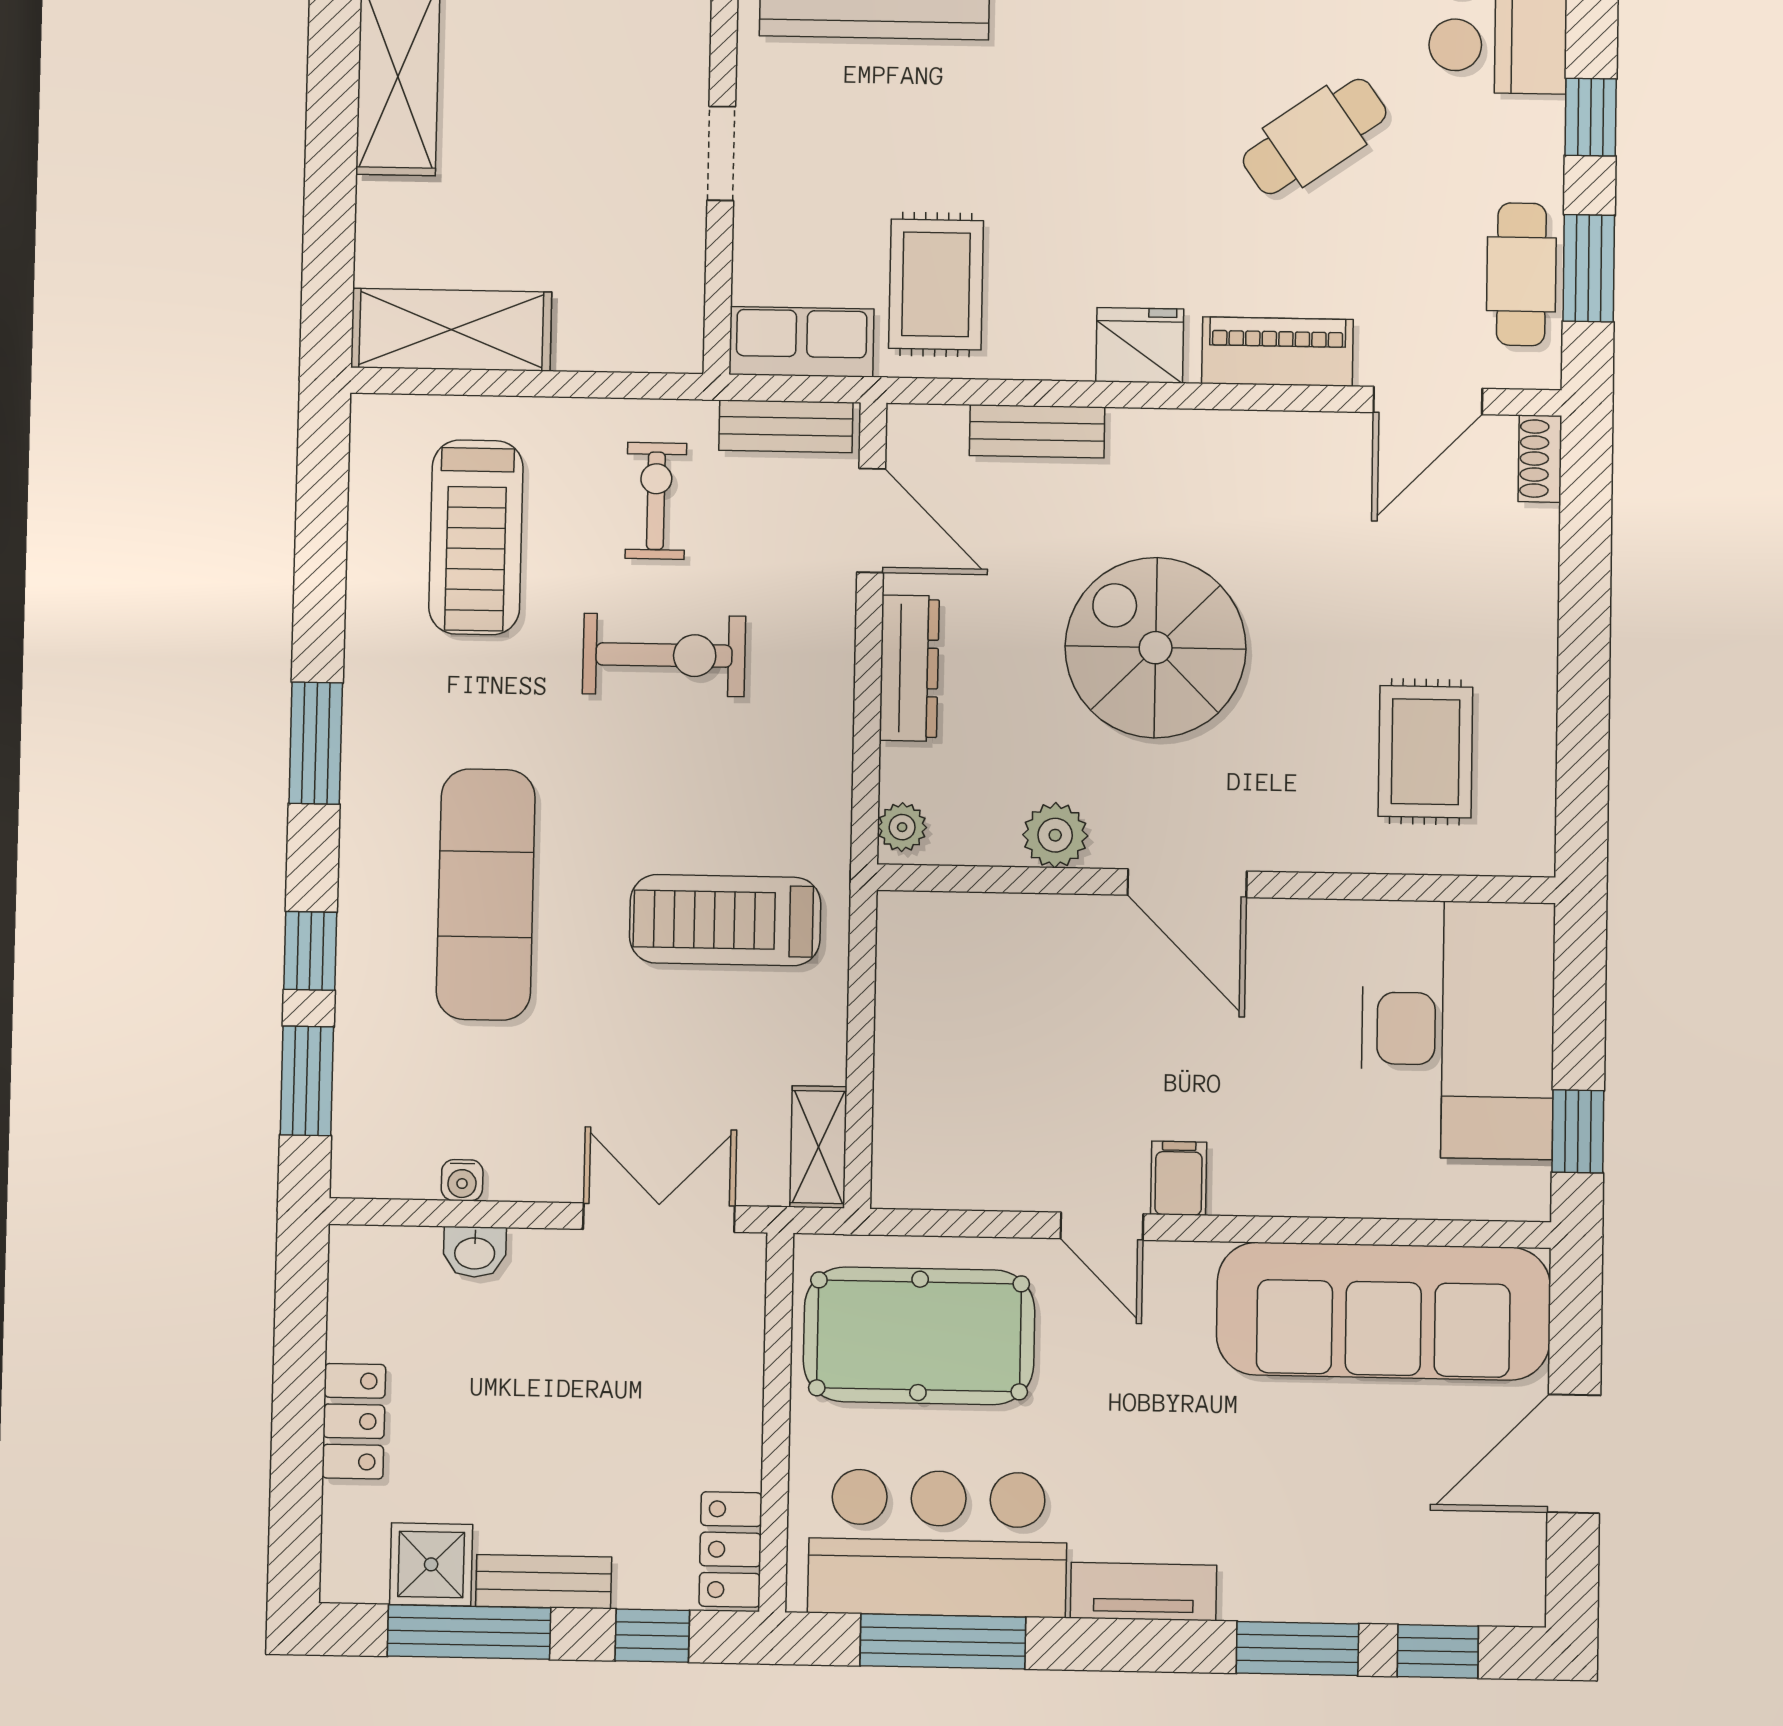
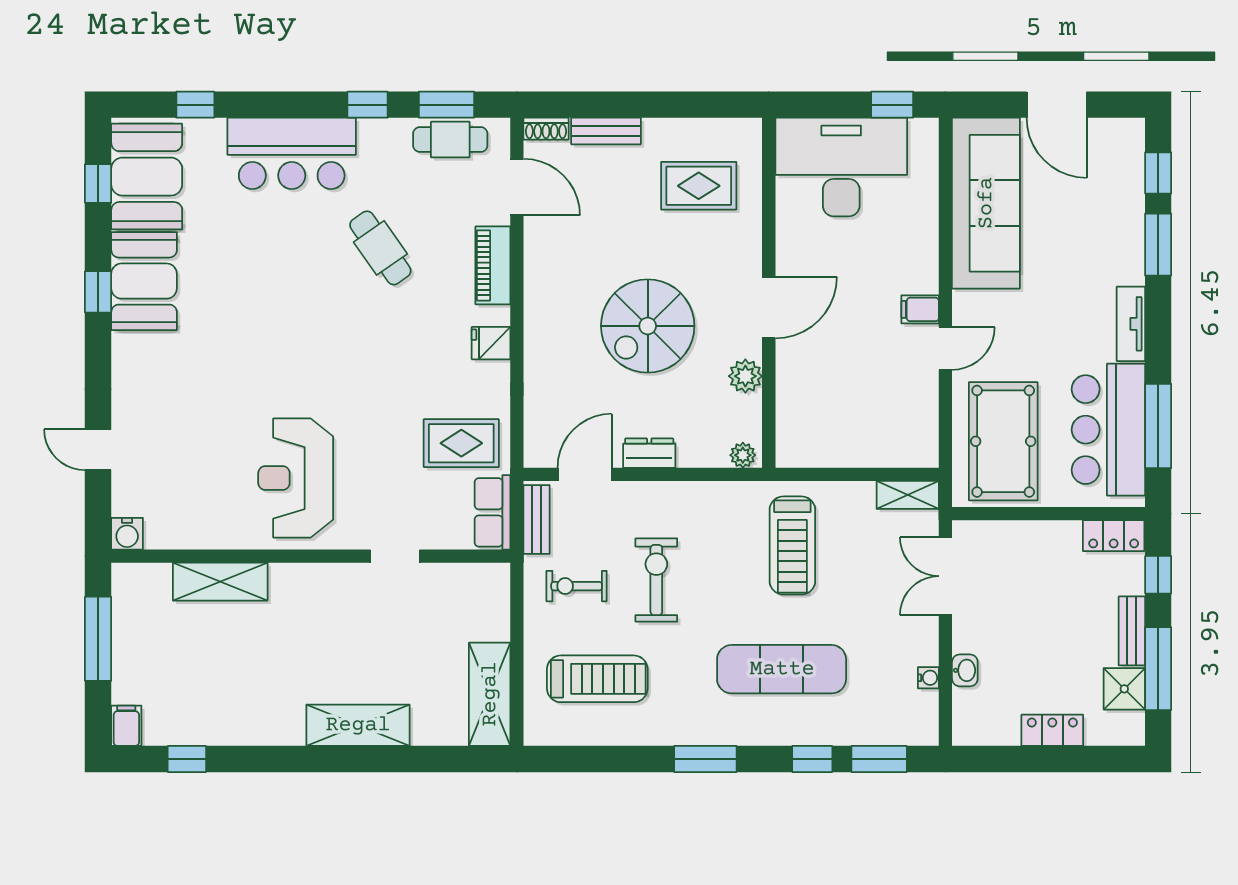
fridge: (1140, 345) -> (491, 343), width x0.72
bench: (1037, 431) -> (606, 131), moved, turned 90
dresser: (909, 668) -> (649, 453), width x0.70

